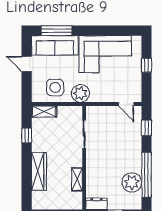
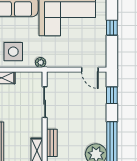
plant: (80, 93) -> (41, 62), width x0.53, depth x0.53
bench: (91, 172) -> (52, 143), added

